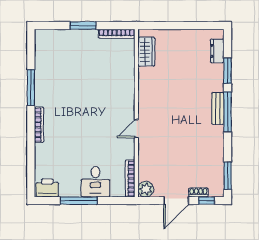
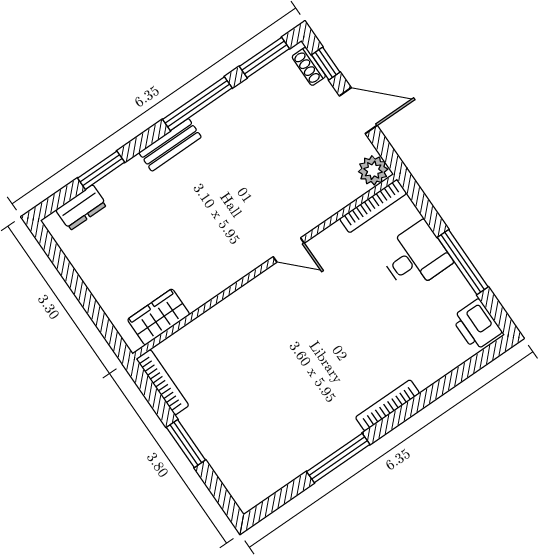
window: (228, 112) -> (197, 104), moved
shoe rack: (198, 192) -> (309, 66), moved

